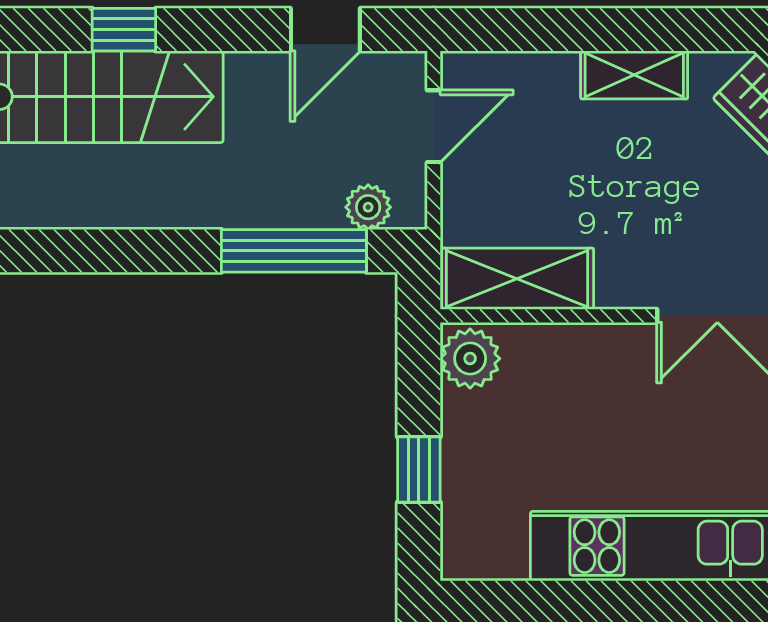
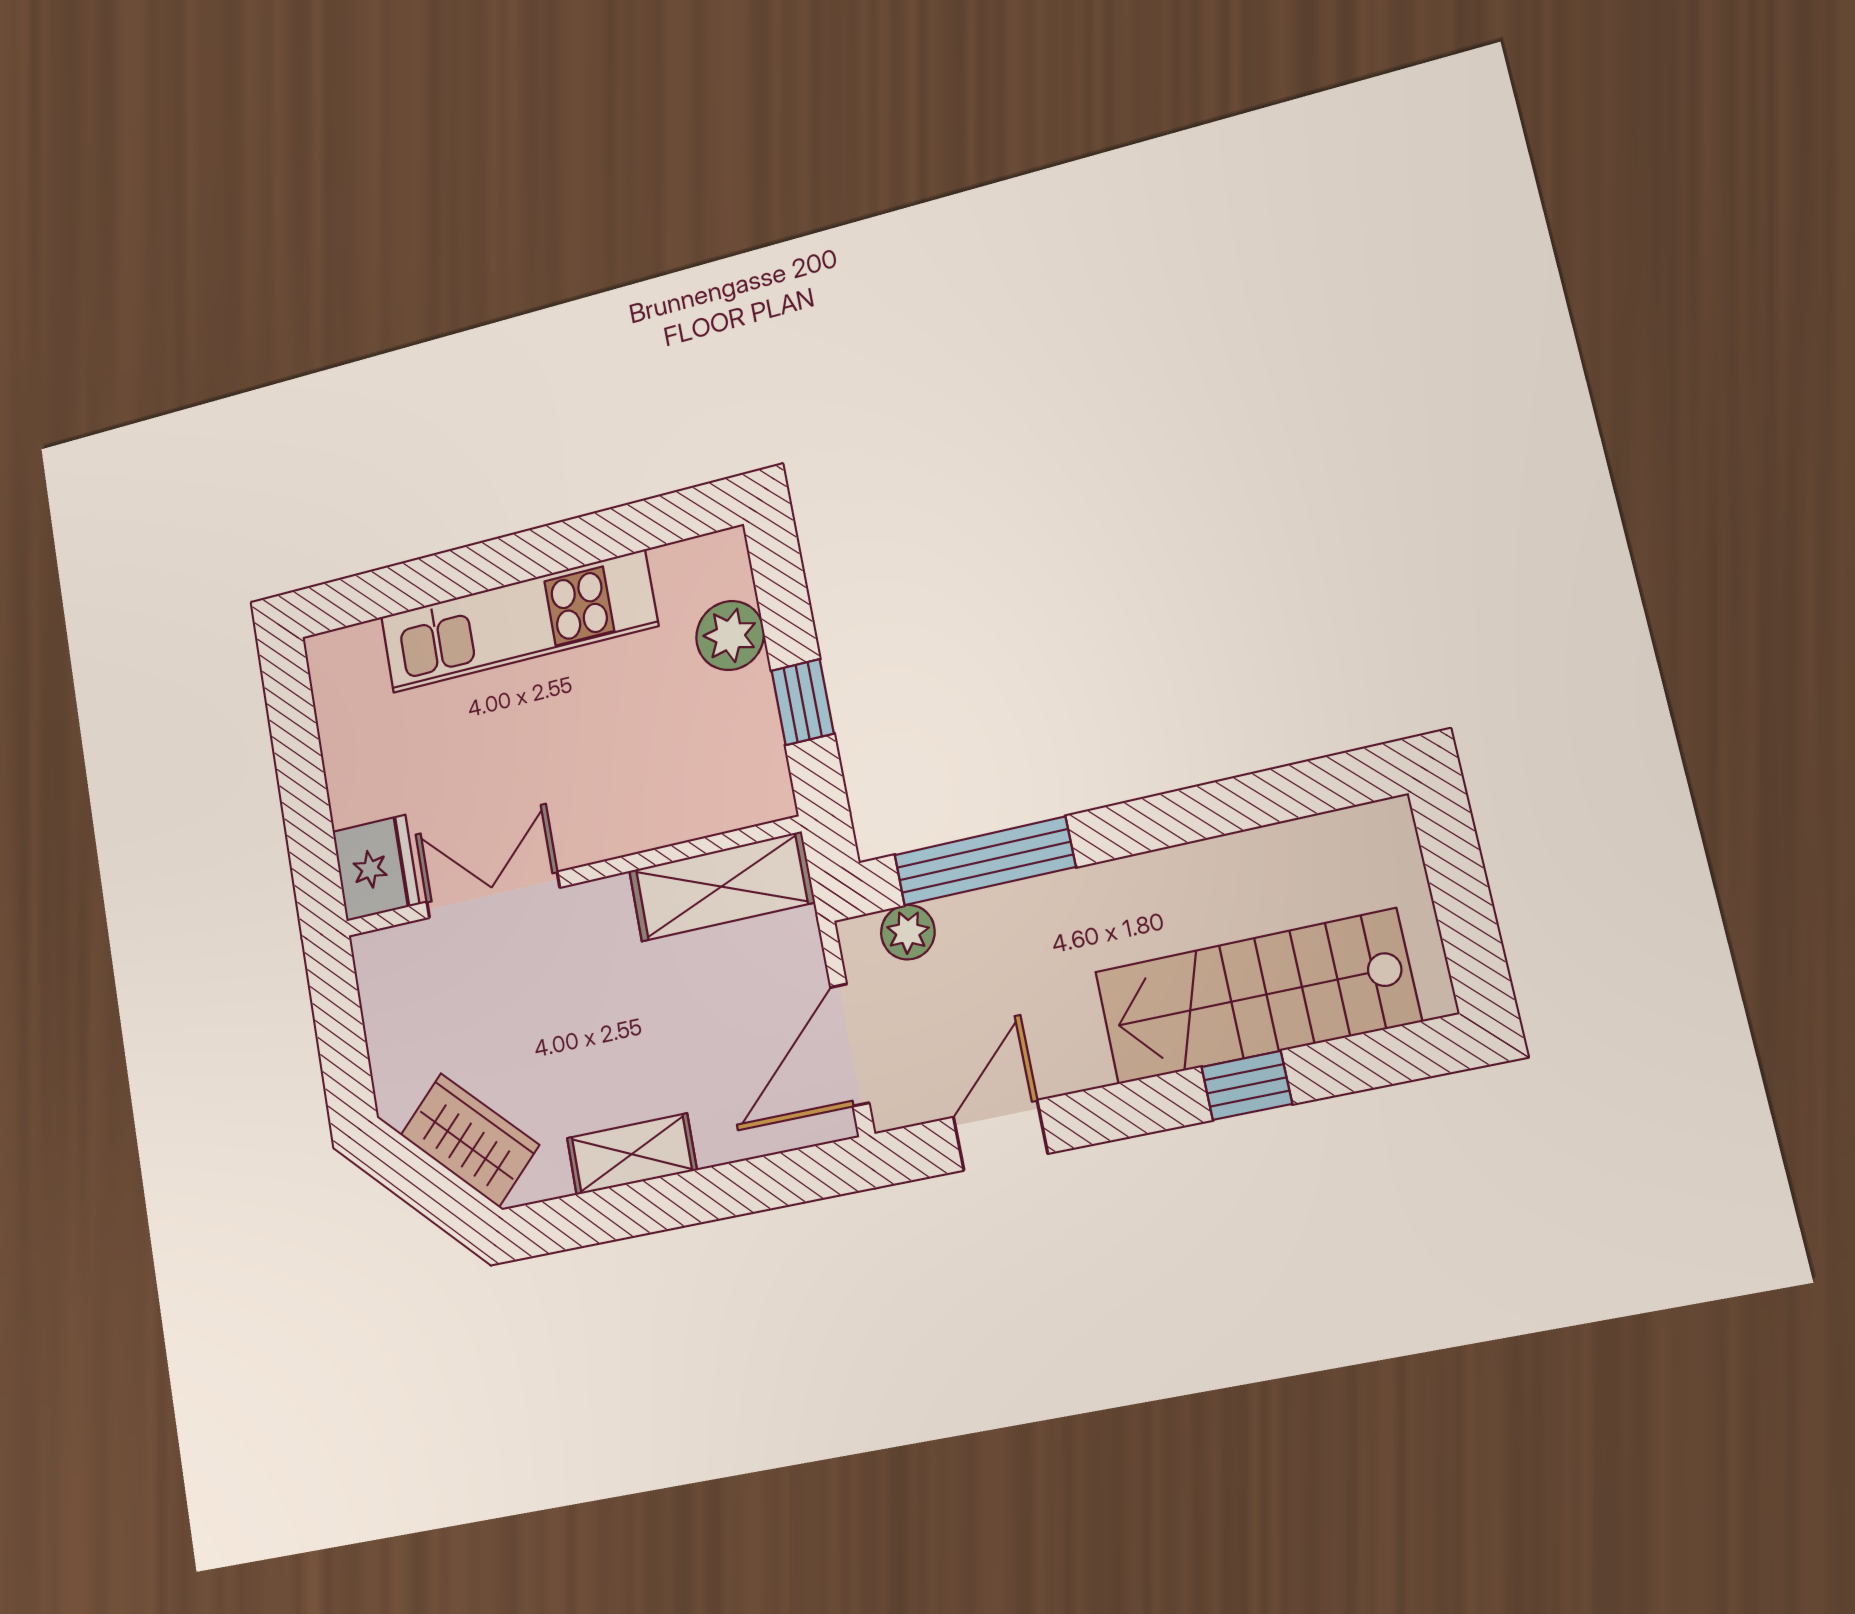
door: (434, 126) -> (850, 1045), width x1.38
plant: (470, 359) -> (730, 636), moved
window: (419, 470) -> (803, 702), moved

